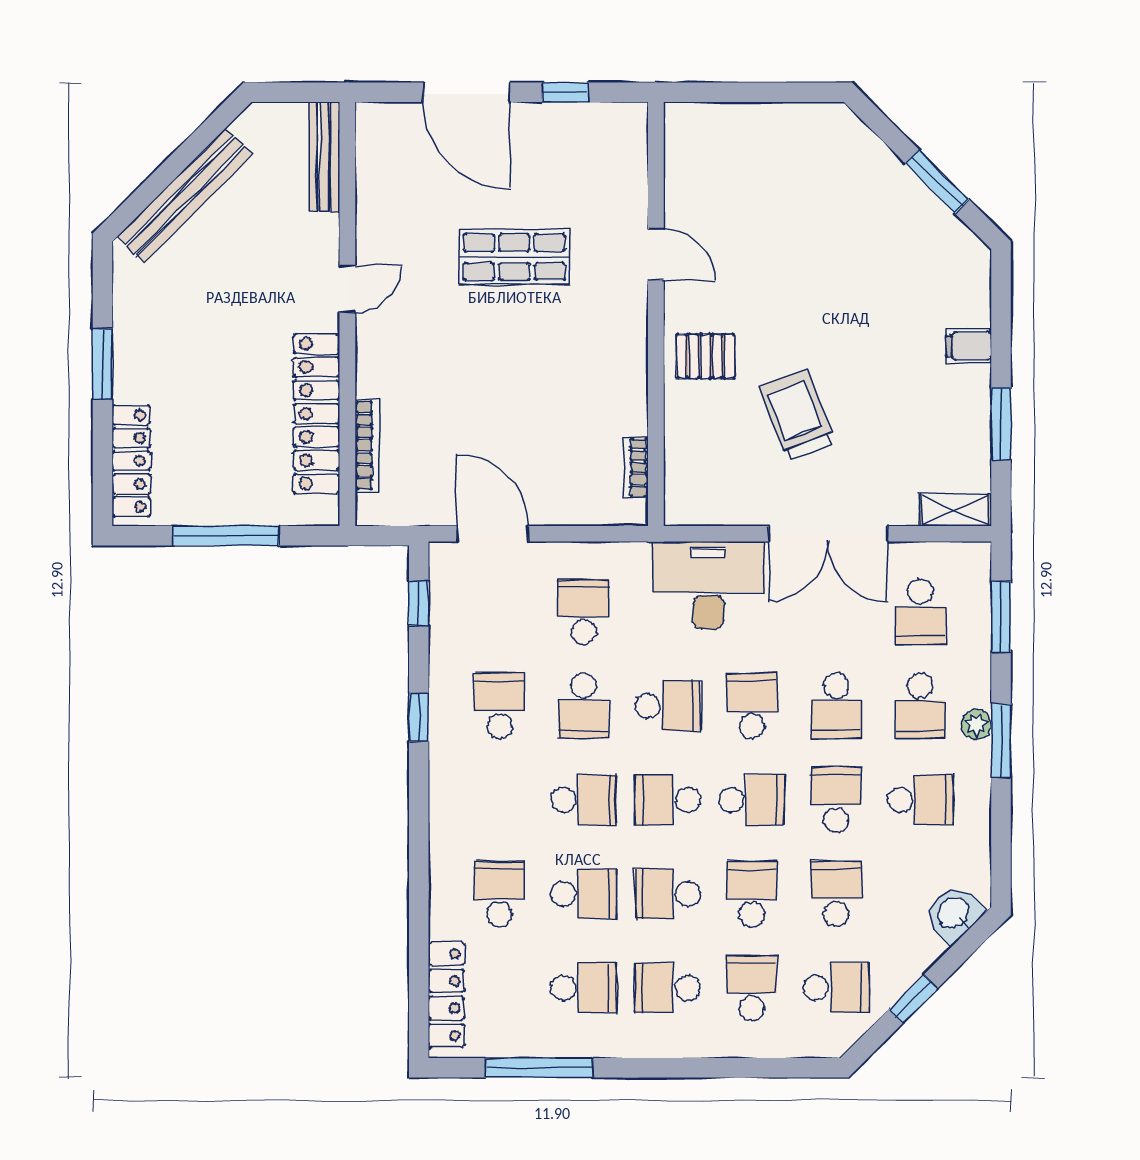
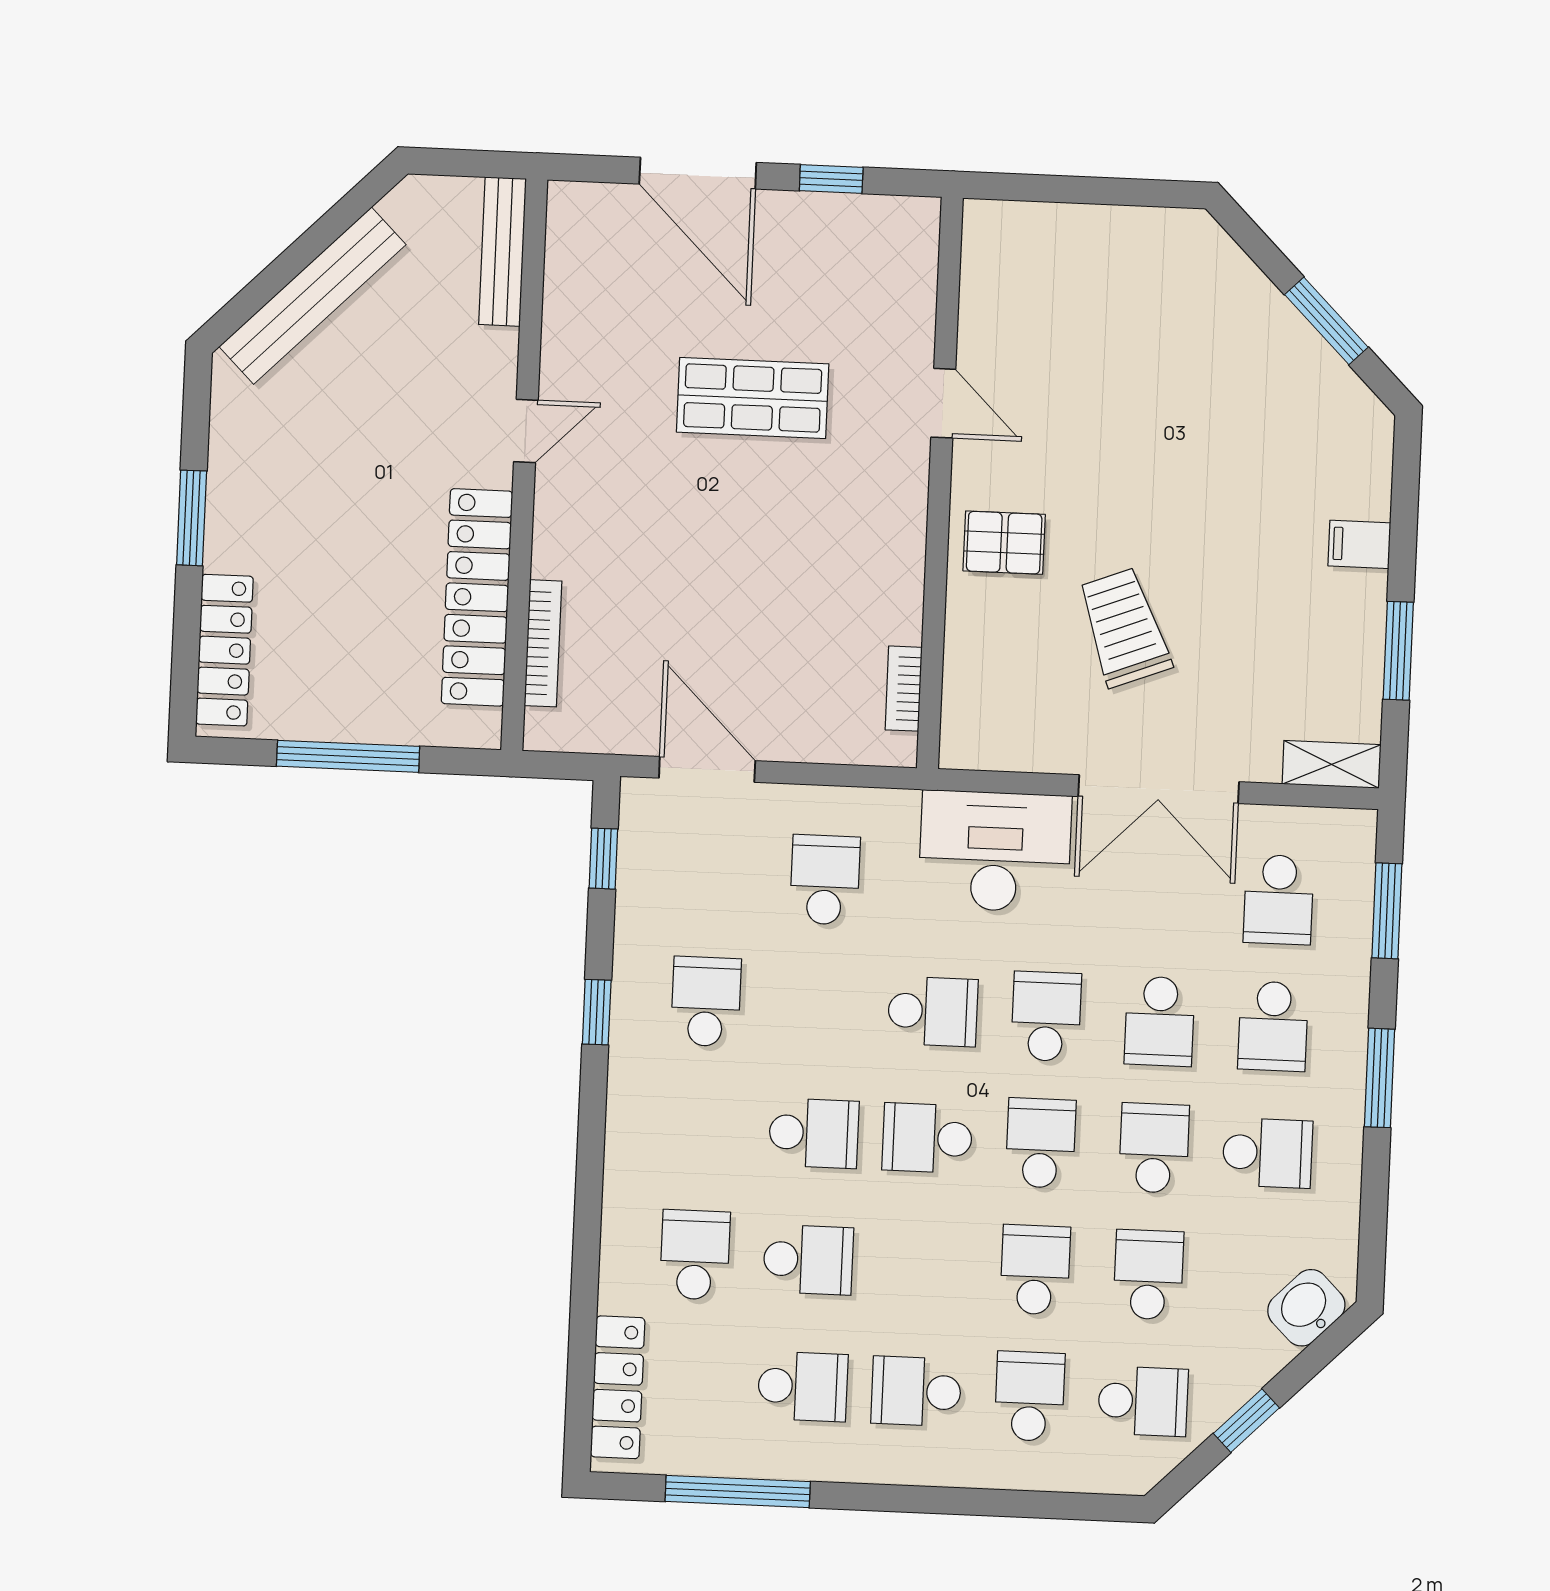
school desk: (584, 706) -> (819, 1006), removed
plant: (976, 724) -> (1347, 1054), removed
school desk: (752, 800) -> (1041, 1143), turned -90
school desk: (668, 894) -> (922, 1265), removed

